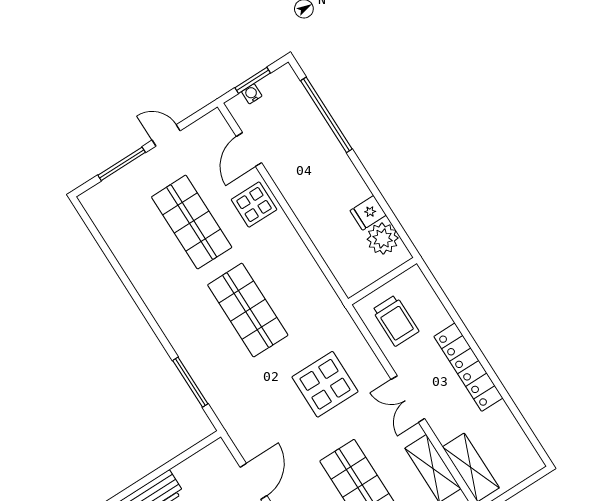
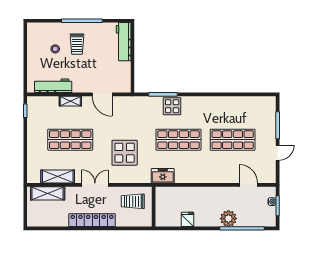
display table: (254, 205) -> (172, 106), moved
plant: (383, 239) -> (228, 219), moved
freezer: (323, 298) -> (163, 176), added

